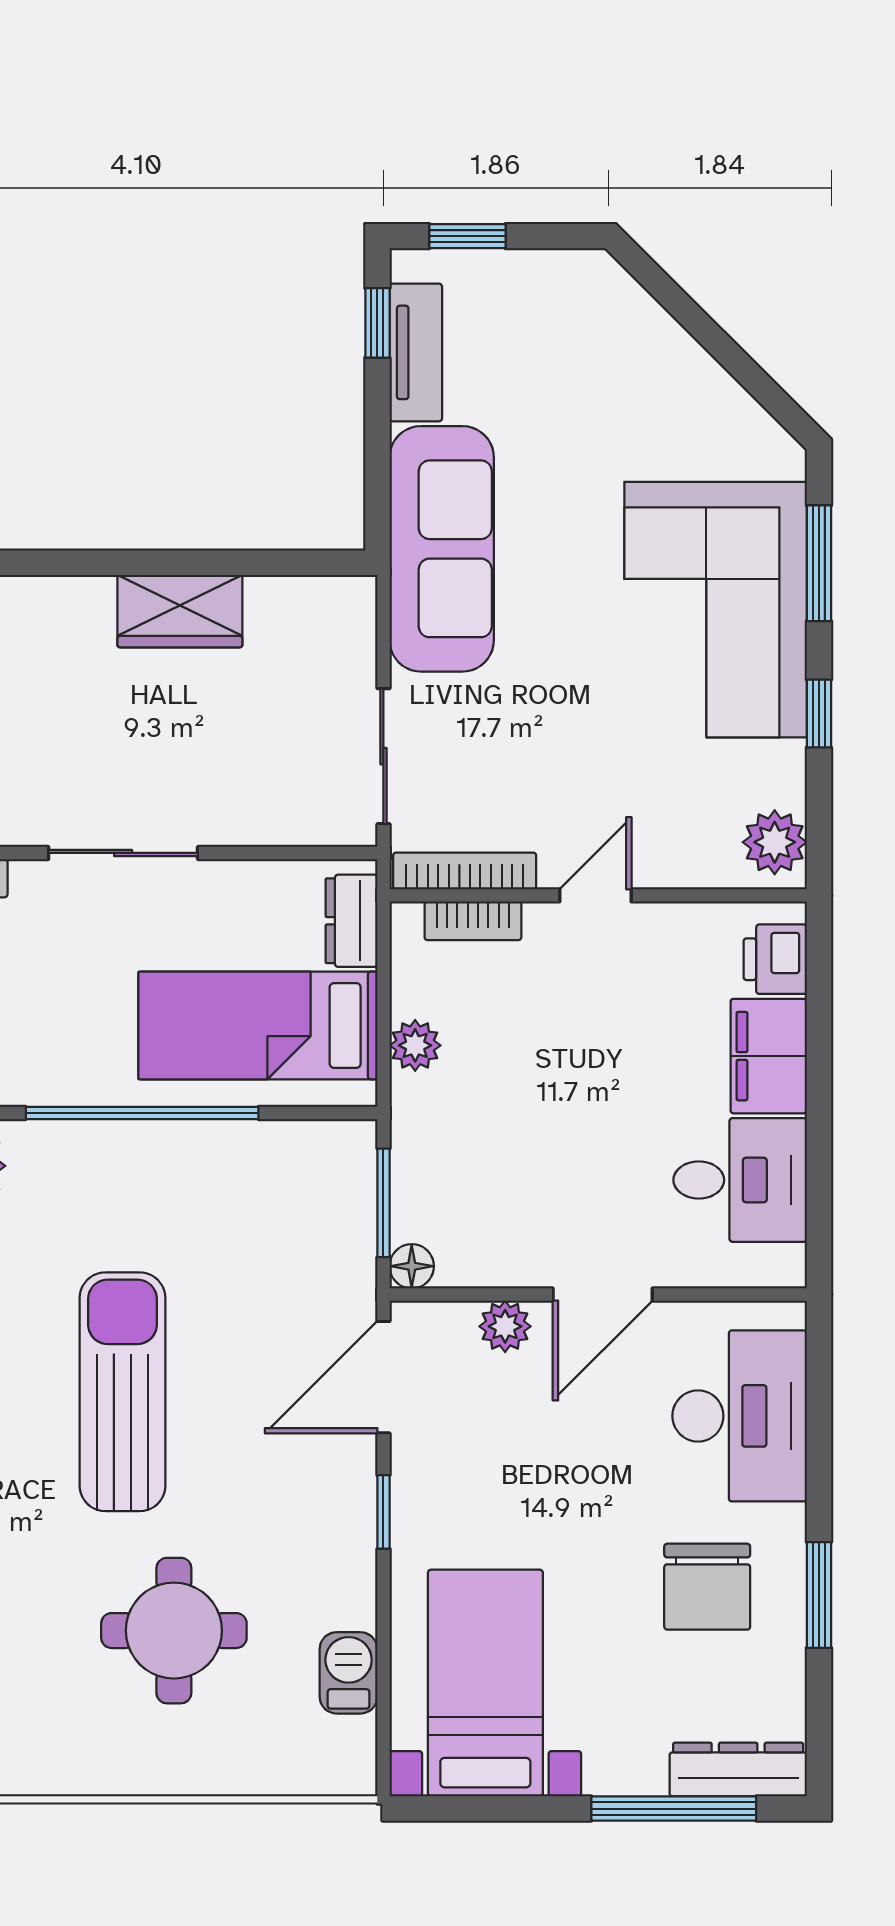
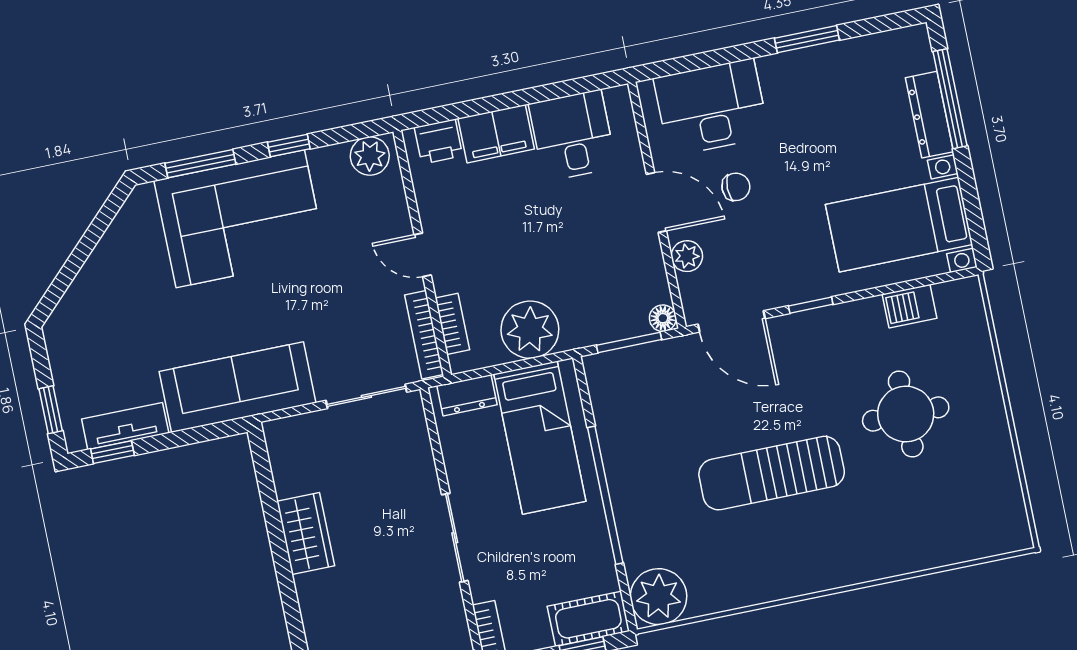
plant: (415, 1045) -> (530, 330), width x1.88, depth x1.88
chair: (707, 1587) -> (736, 187), moved, width x0.54, depth x0.54
dresser: (738, 1770) -> (929, 115), moved

